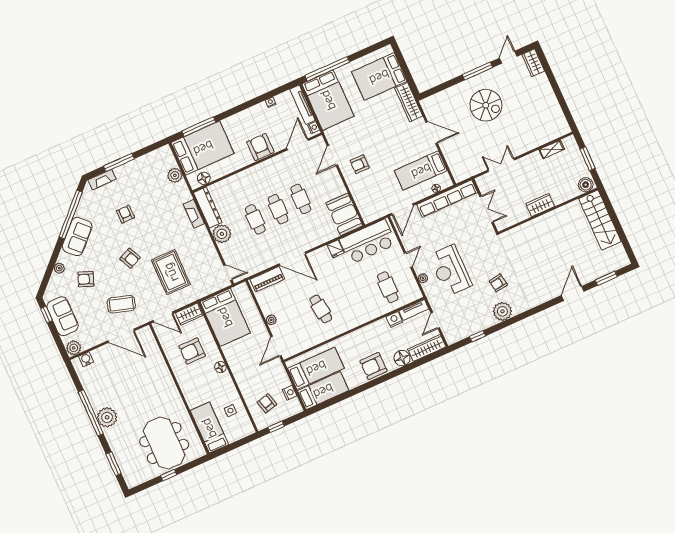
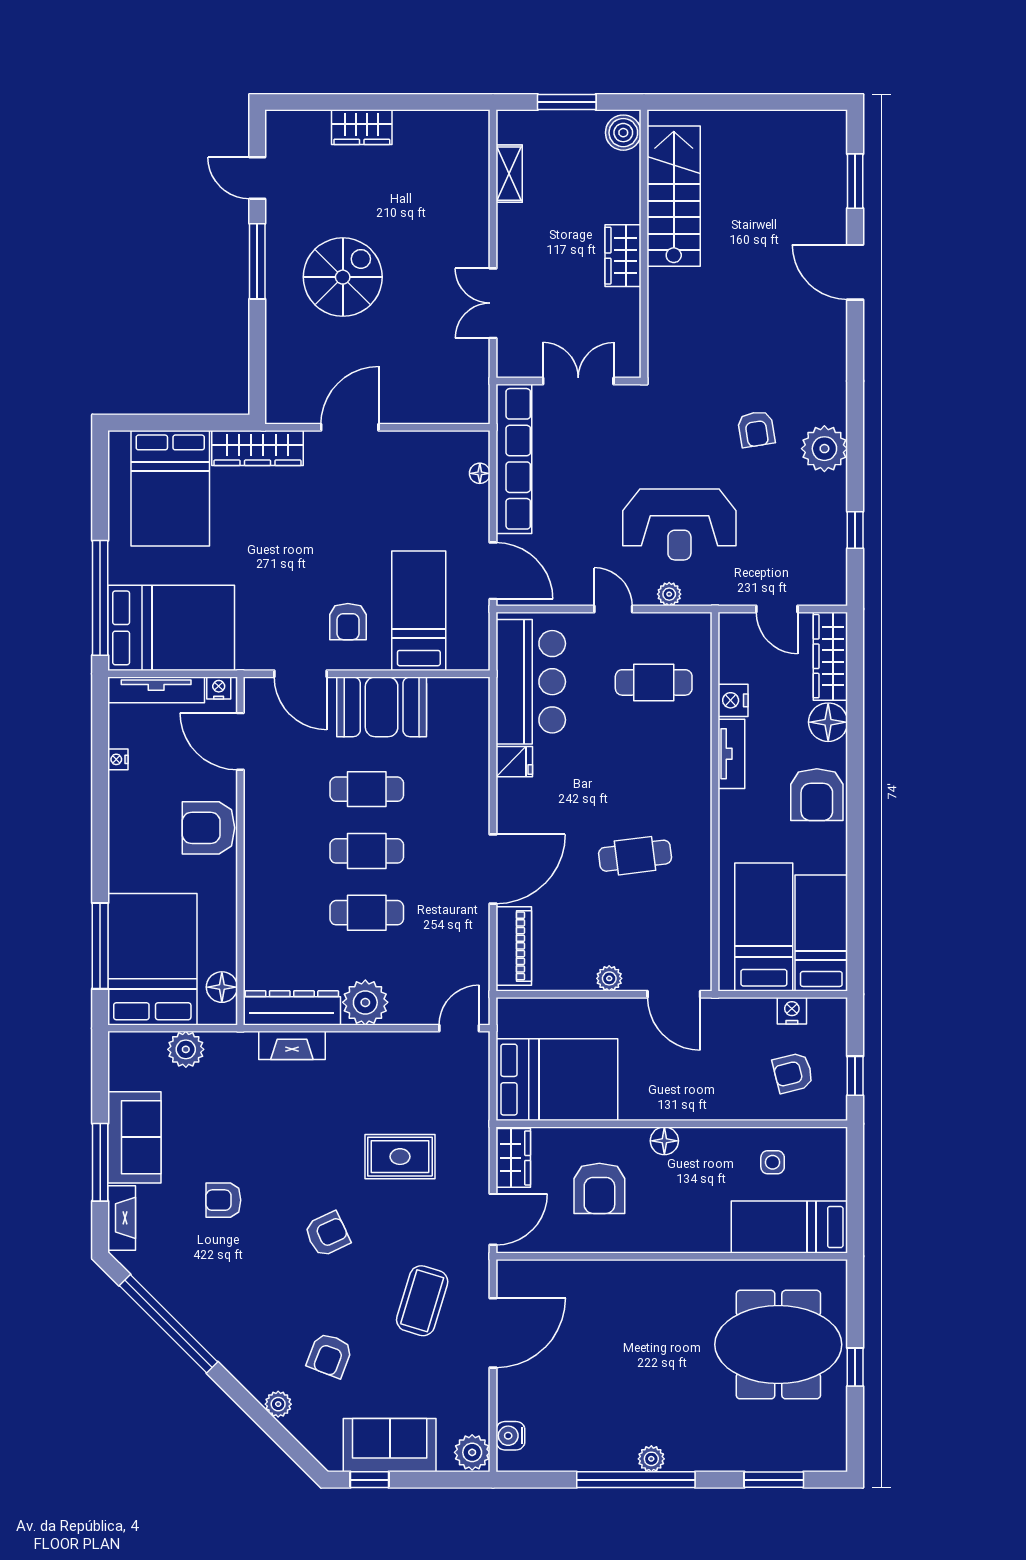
wardrobe: (533, 63) -> (362, 127), moved
bed: (421, 171) -> (419, 611), moved, turned 180
booth: (344, 214) -> (382, 707), moved
stairs: (600, 220) -> (674, 196), moved, turned -90
sofa: (77, 236) -> (134, 1137), moved, turned 45
rug: (171, 272) -> (400, 1157), width x0.73, depth x0.70
tv unit: (414, 310) -> (731, 754), moved
plant: (107, 417) -> (651, 1459), width x0.53, depth x0.53

